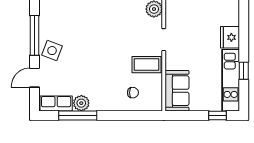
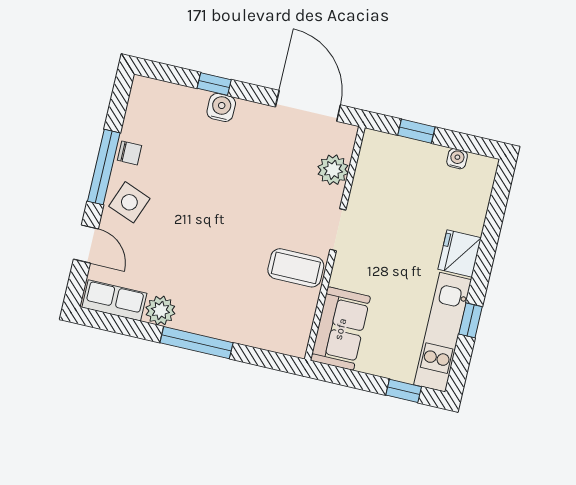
door: (34, 78) -> (86, 244), swing flipped
chair: (133, 93) -> (130, 153), moved
window: (78, 115) -> (197, 343), moved

